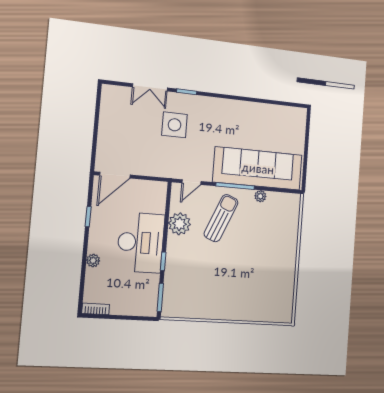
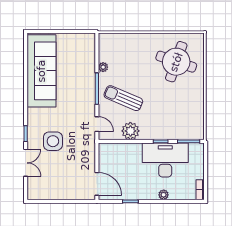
sofa: (258, 168) -> (41, 71), moved, turned 180
desk: (141, 243) -> (165, 160), moved
round table: (260, 287) -> (176, 62), added

